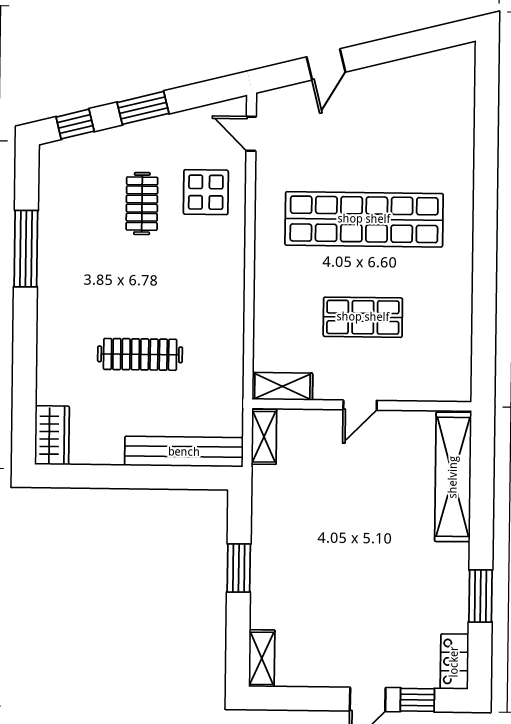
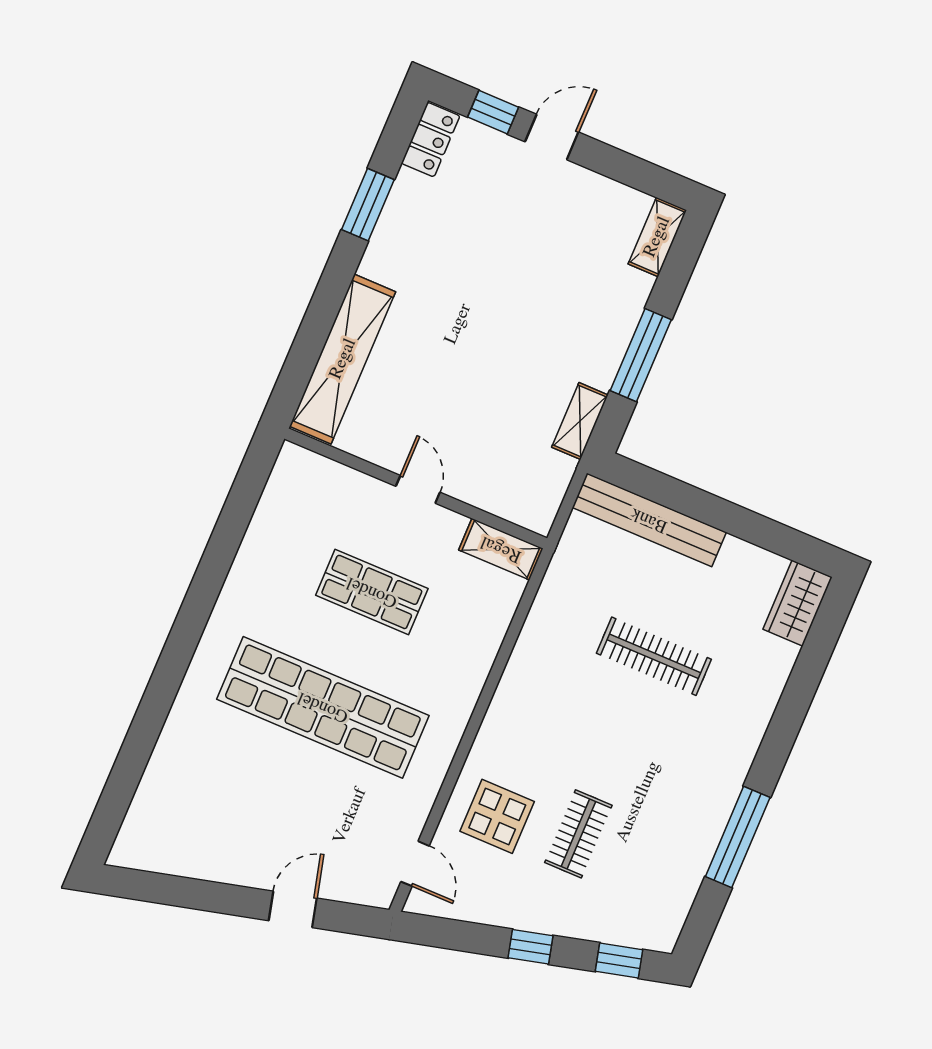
window: (143, 108) -> (531, 947), width x0.67
door: (360, 405) -> (418, 489), hinge flipped
shelving: (264, 437) -> (580, 421), moved
window: (239, 568) -> (641, 355), width x1.44

